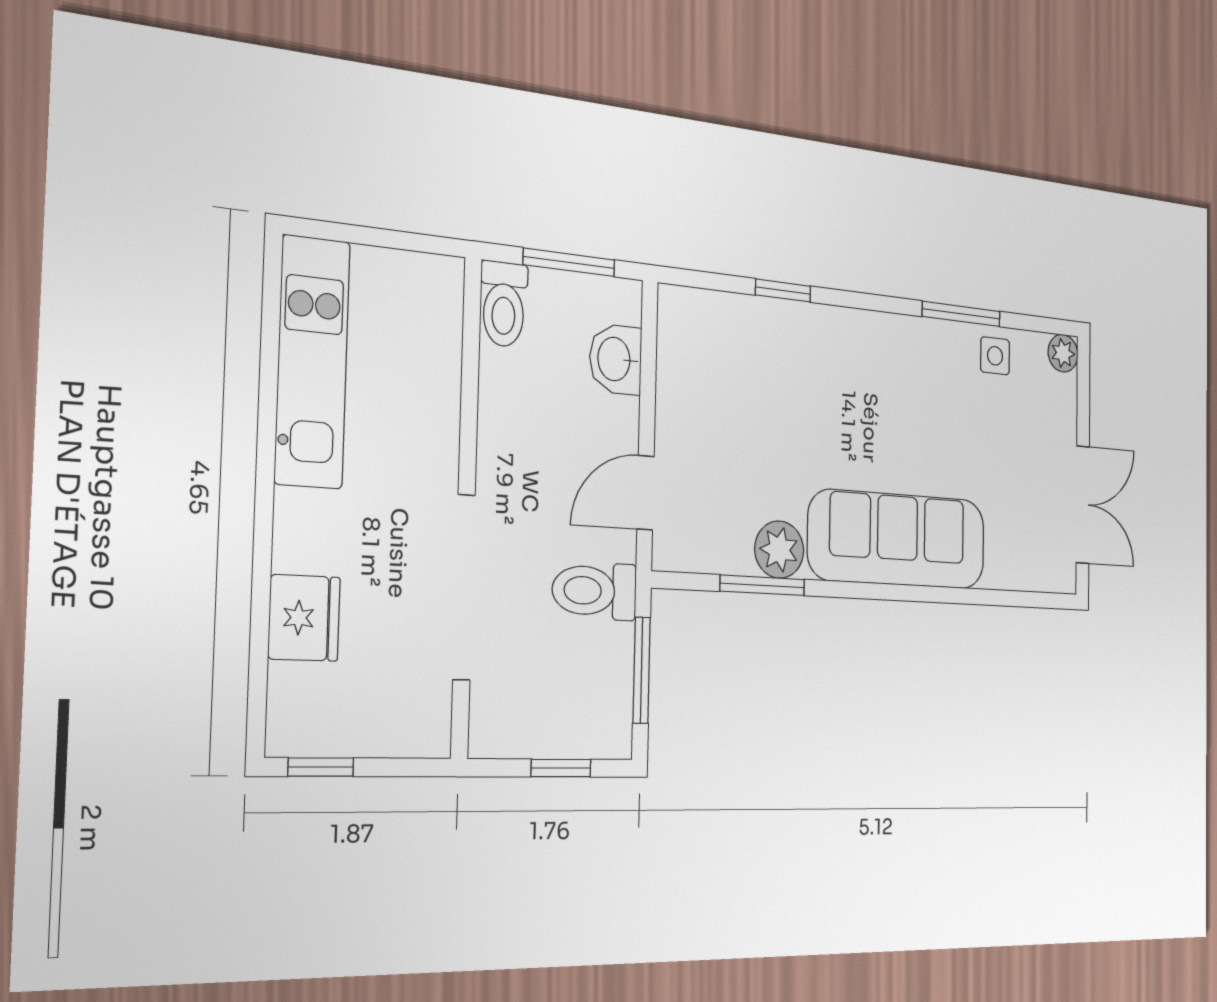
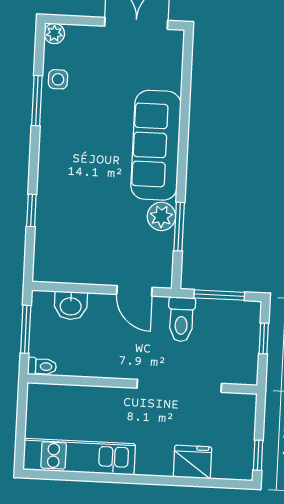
toilet: (504, 304) -> (42, 366), width x0.73, depth x0.72

